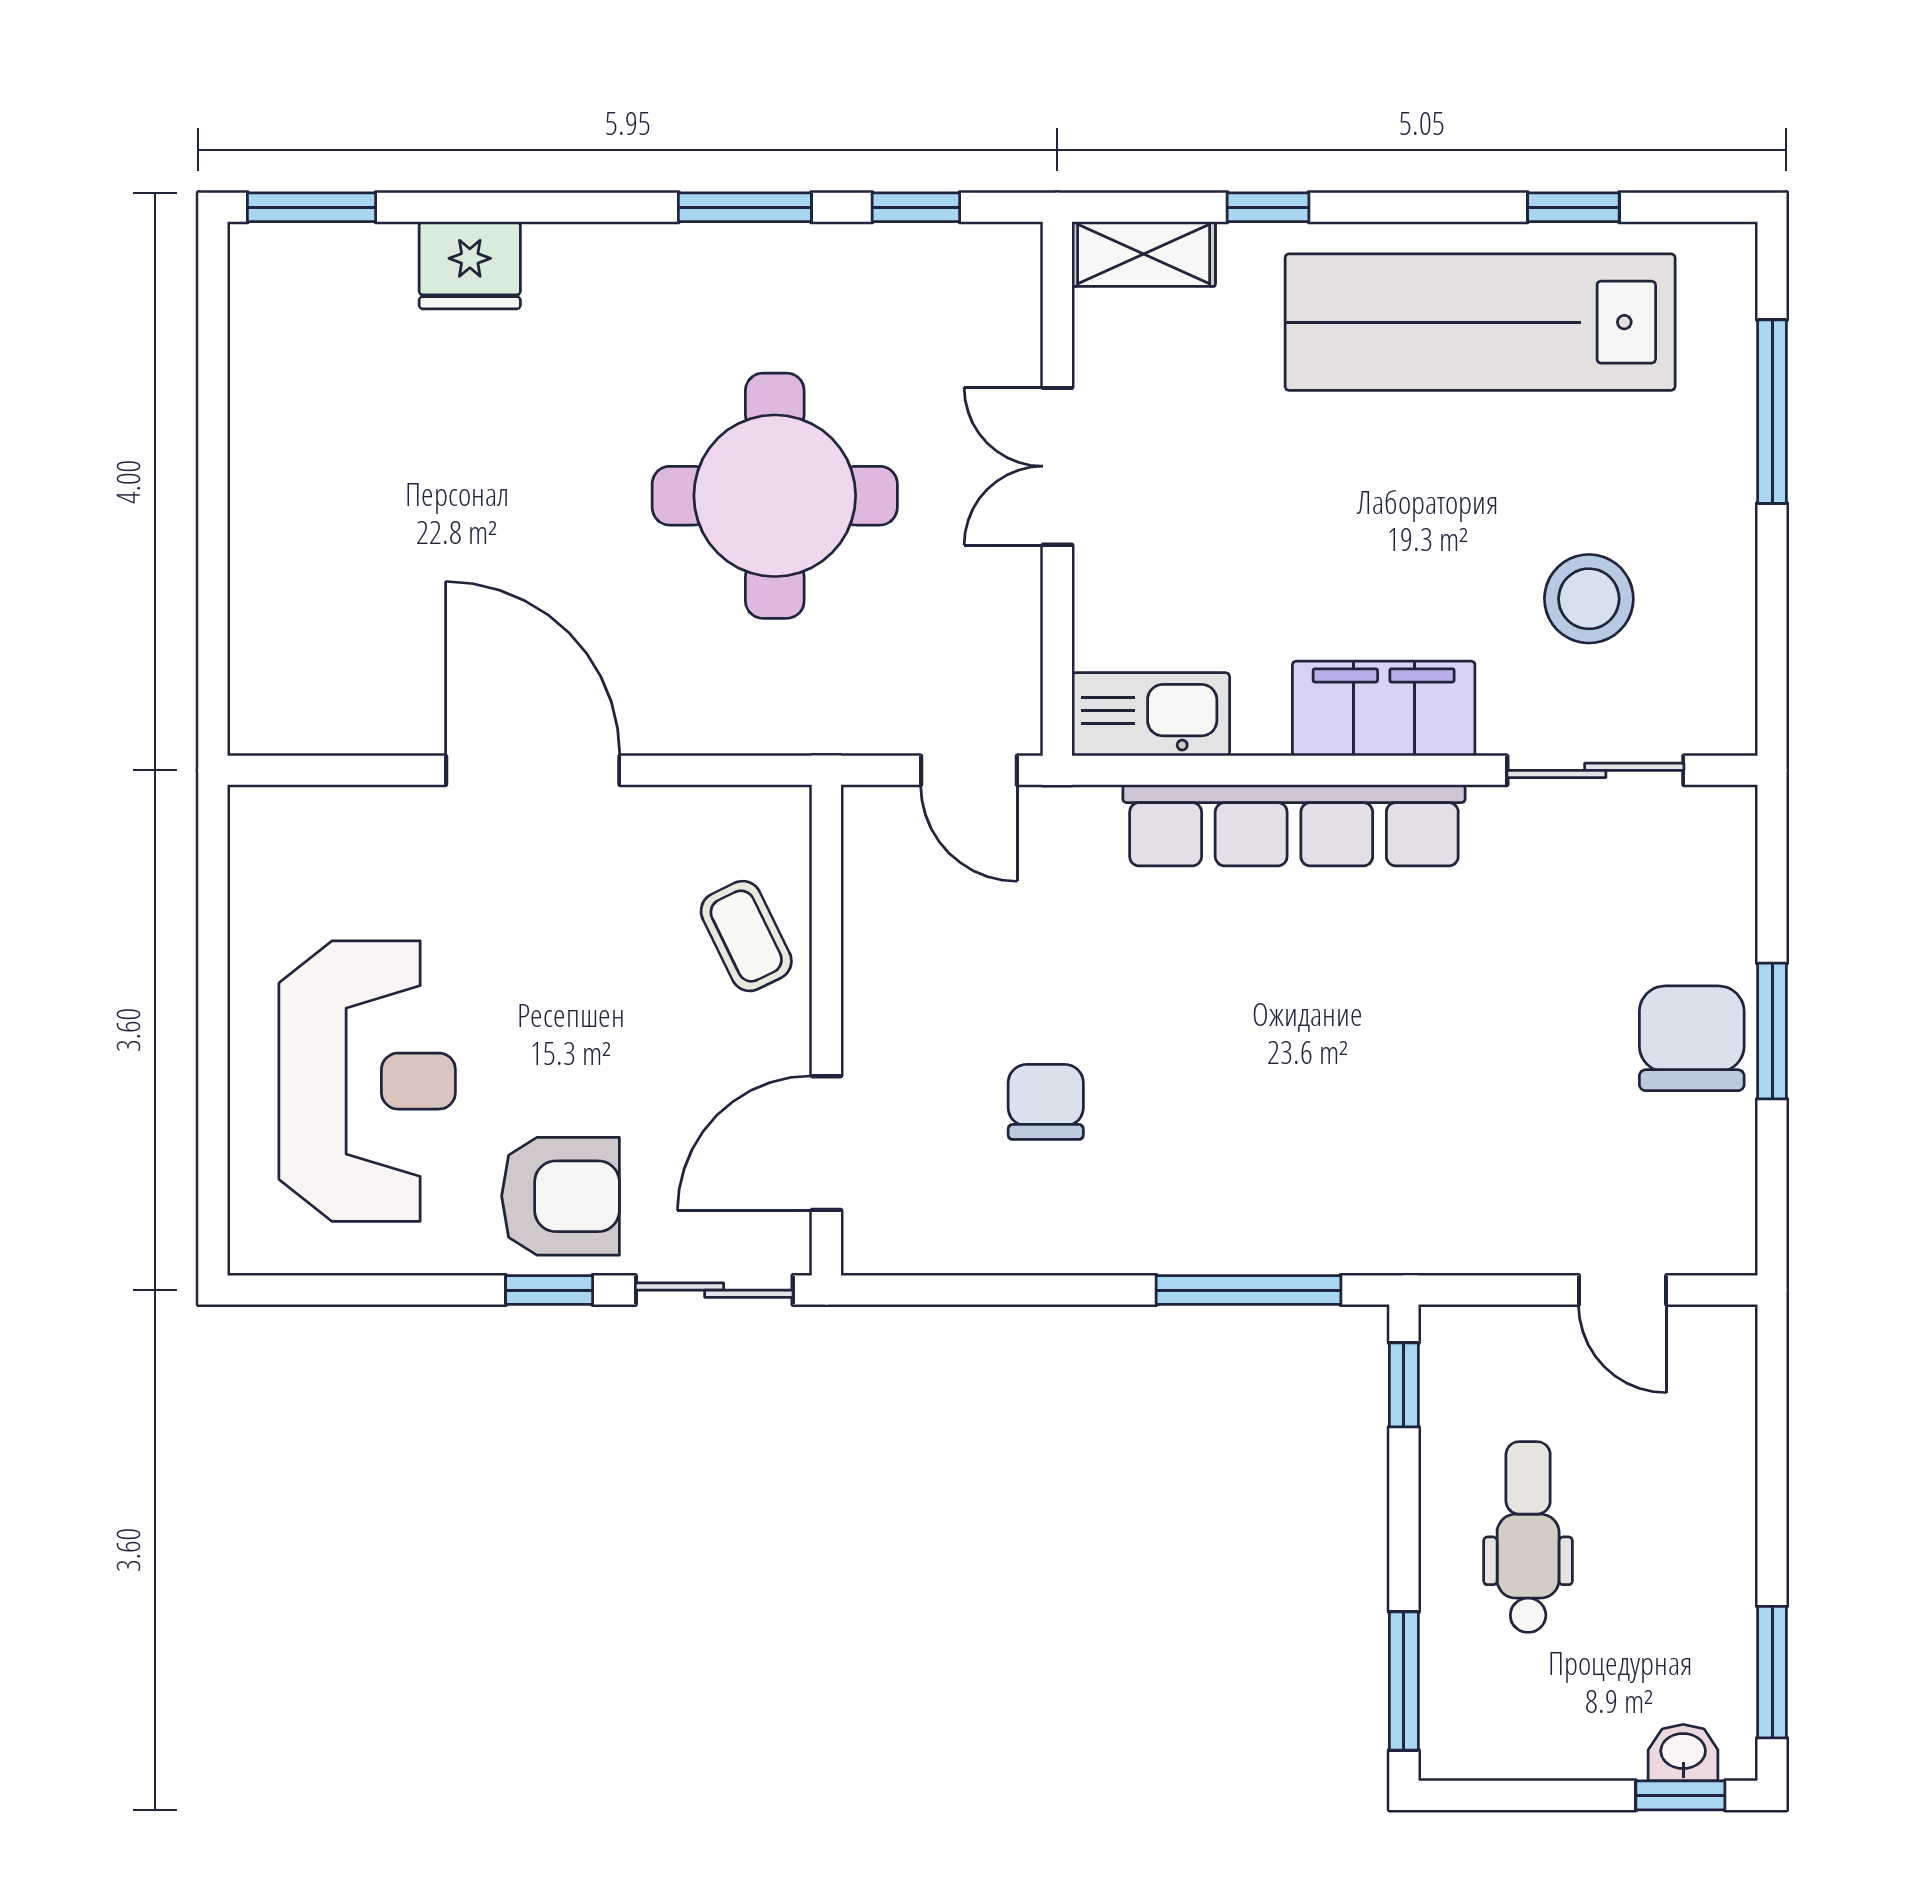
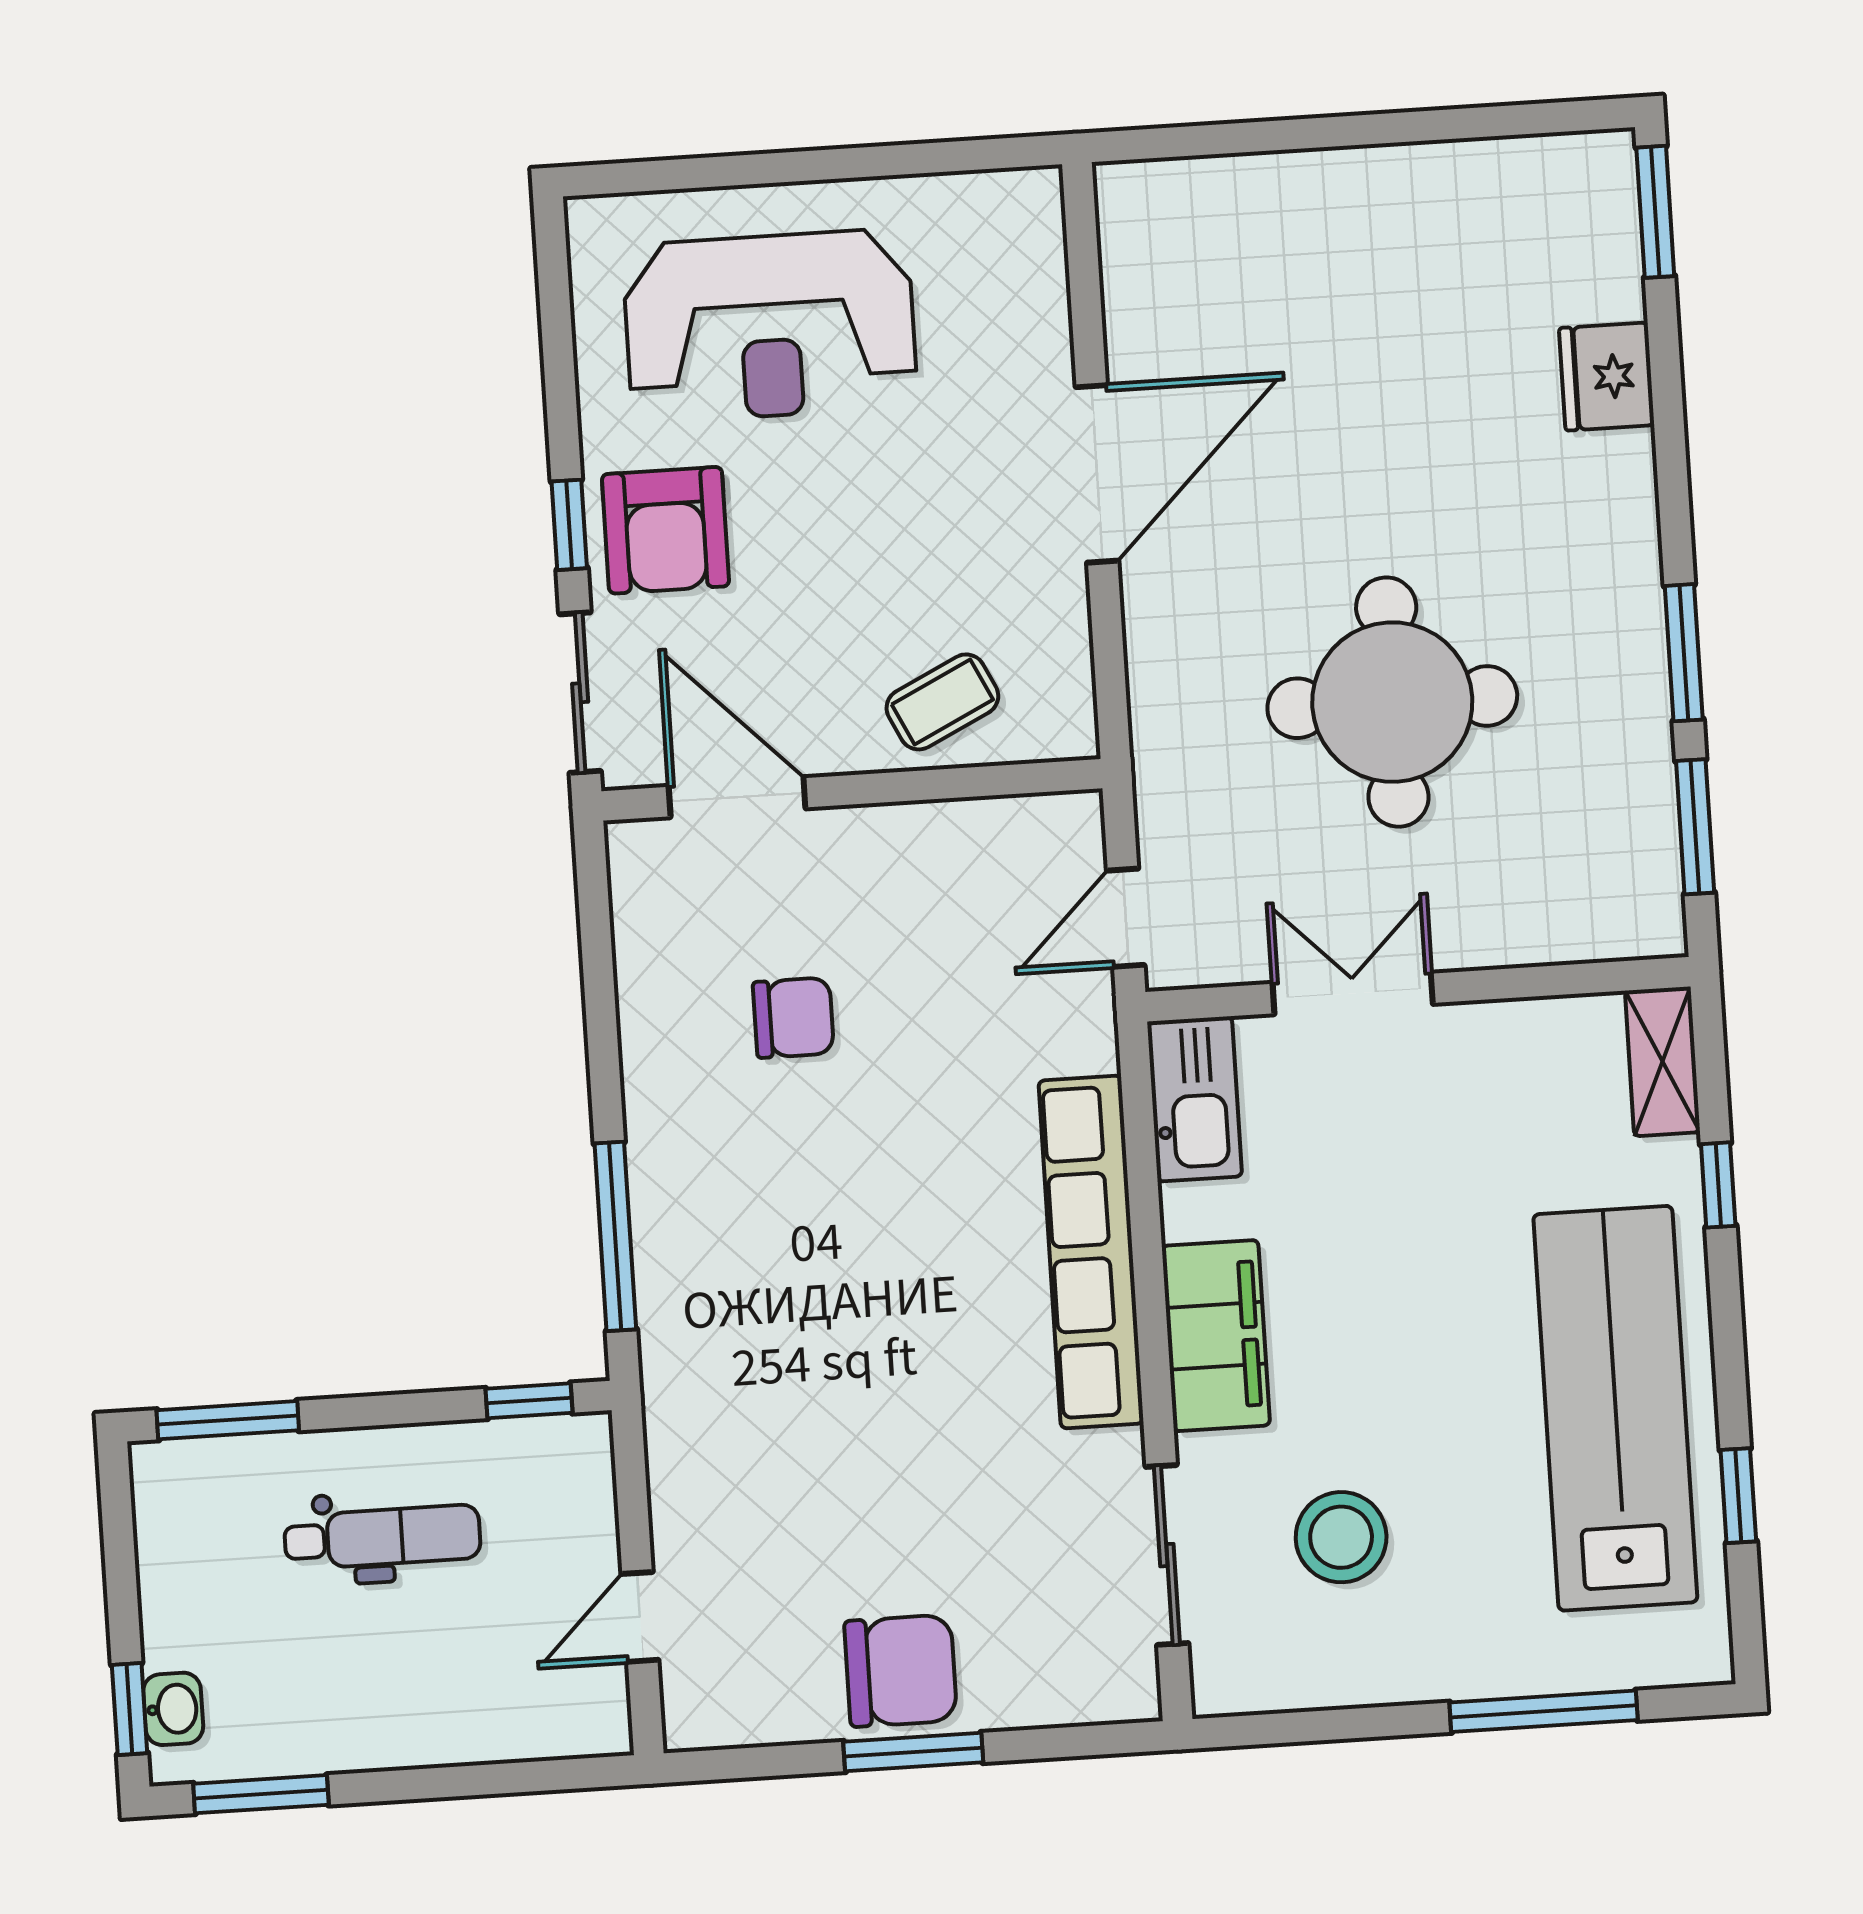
window: (916, 207) -> (1695, 827), width x1.50
double door: (1057, 466) -> (1353, 993), moved

